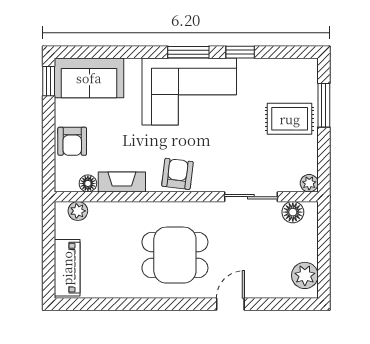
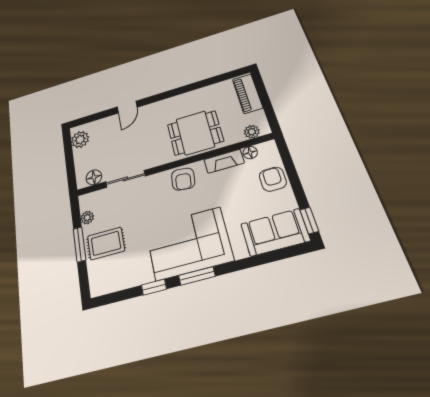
window: (324, 105) -> (79, 244), moved
plant: (309, 183) -> (87, 218), moved
dining table: (175, 255) -> (195, 133), moved

